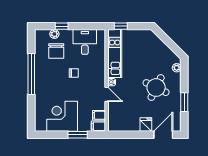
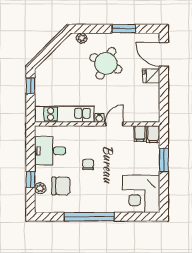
window: (121, 26) -> (31, 86), moved
corner desk: (62, 116) -> (141, 194), moved

